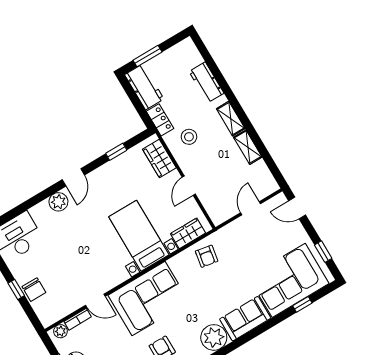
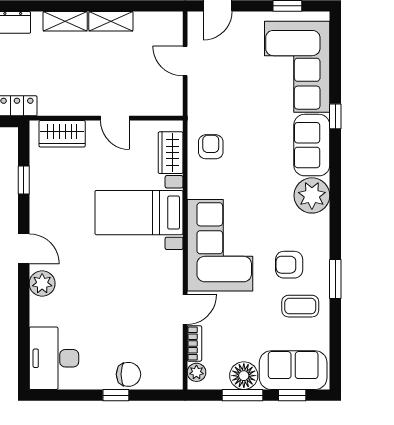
stool: (189, 137) -> (57, 83), removed
armchair: (207, 256) -> (211, 147), turned -100
window: (302, 304) -> (335, 116), moved

